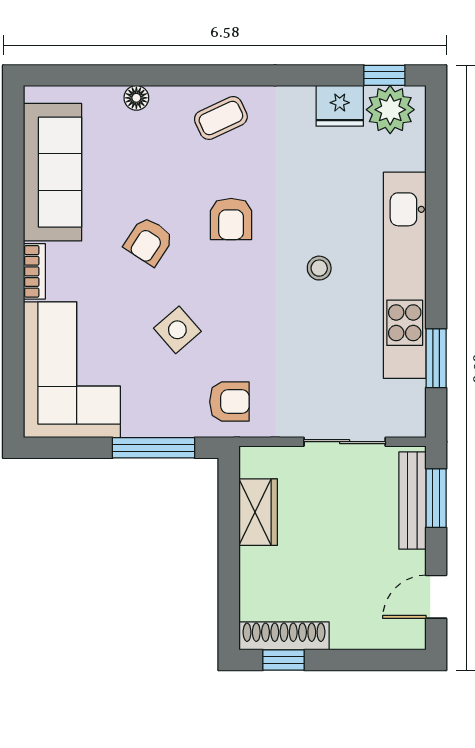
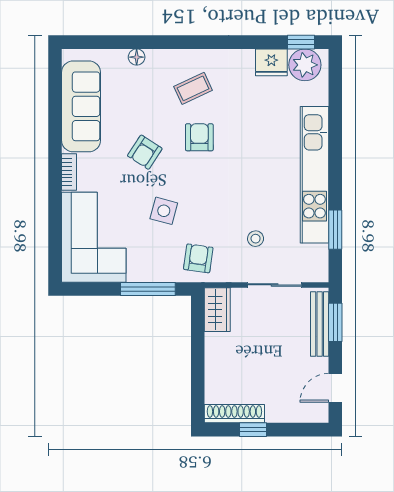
coffee table: (221, 118) -> (193, 88), moved
armchair: (231, 219) -> (199, 137), turned 180
stool: (319, 268) -> (256, 239), moved
side table: (177, 330) -> (164, 211), turned -34
armchair: (229, 402) -> (198, 258), turned -82
wardrobe: (258, 512) -> (217, 310), moved
window: (284, 660) -> (253, 430), moved

